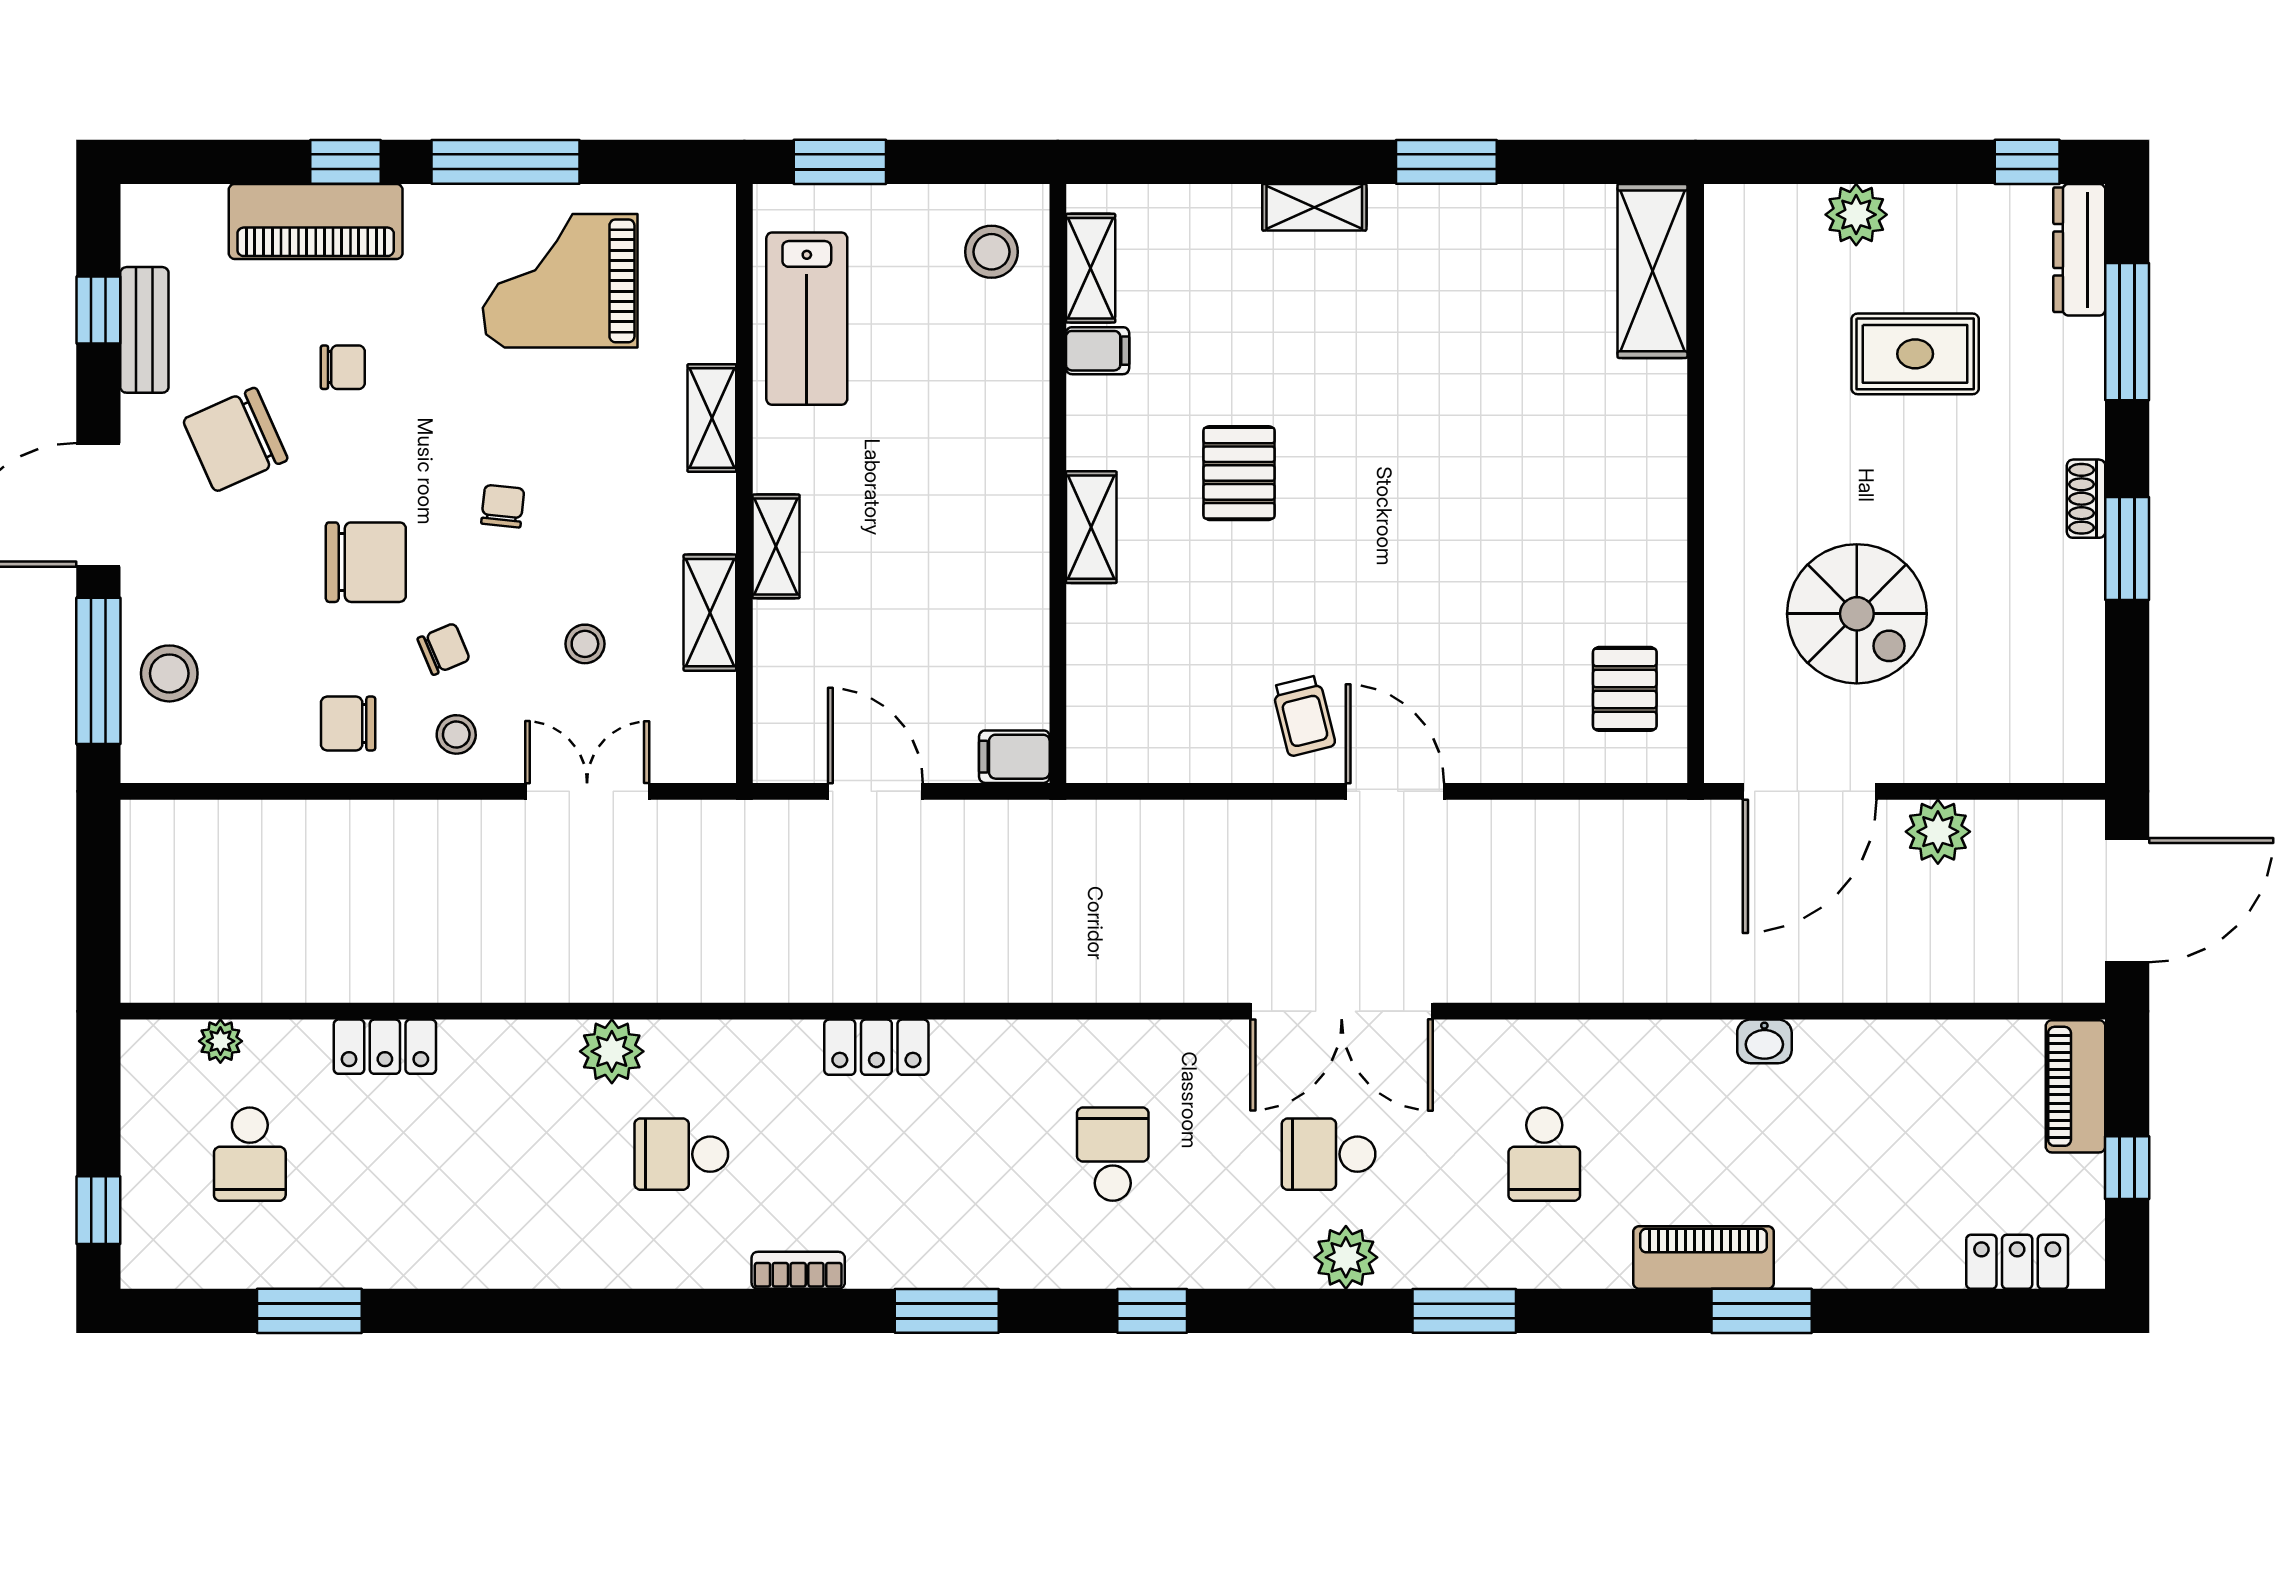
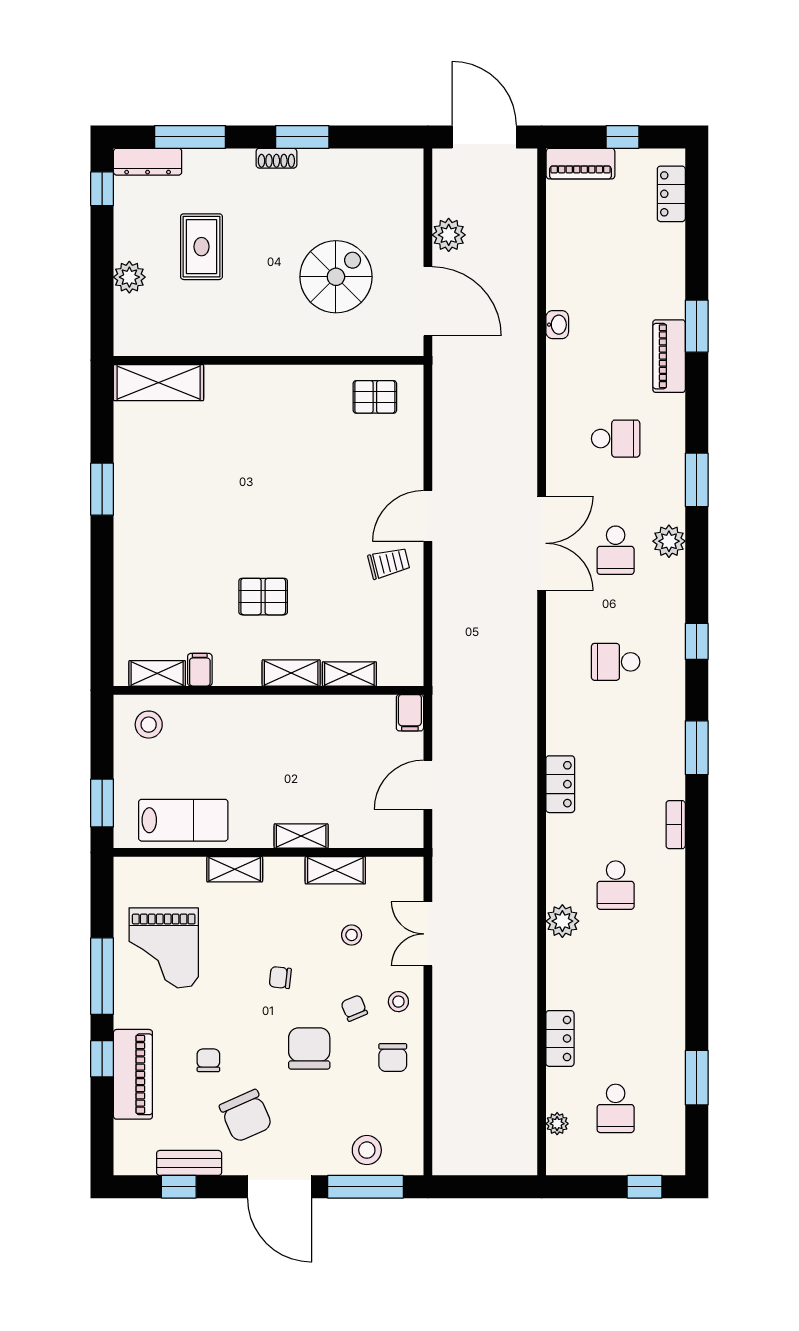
shelving: (1314, 207) -> (349, 674), moved, turned 90
school desk: (250, 1154) -> (616, 1108), turned 90

